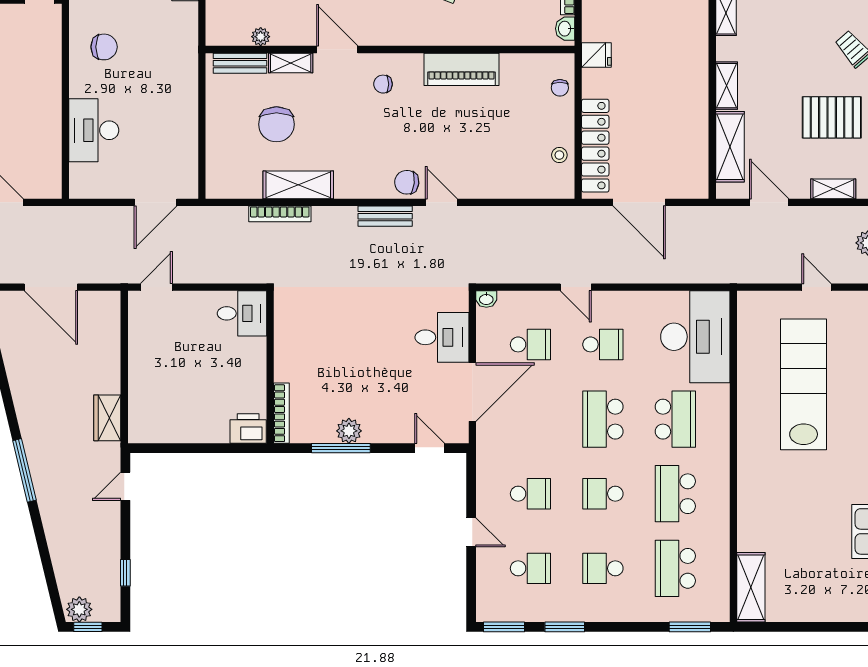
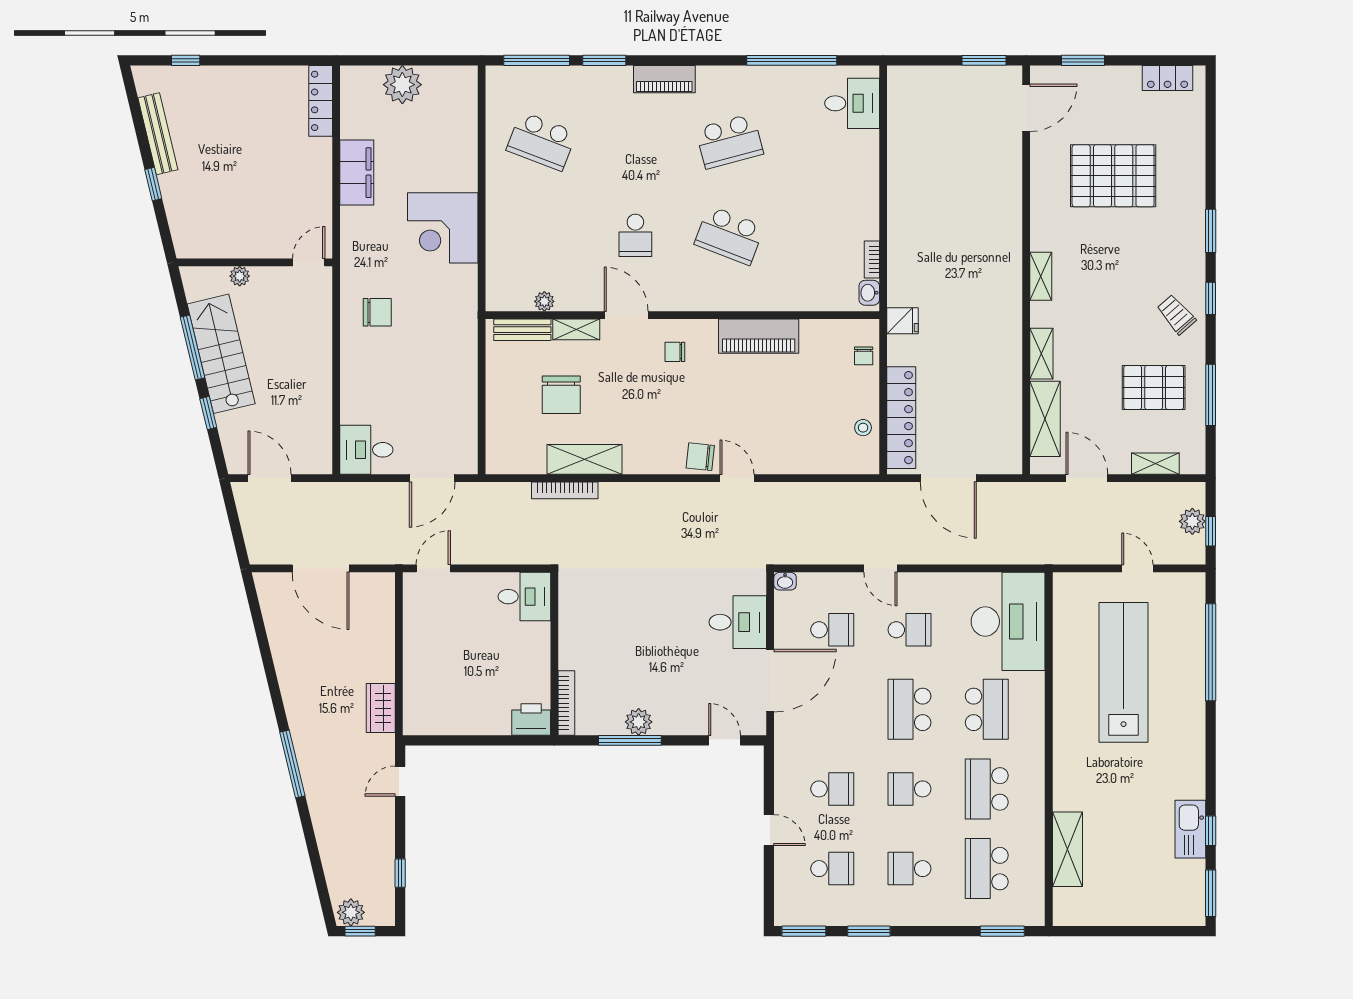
desk: (94, 130) -> (366, 450), moved, width x0.73
bench: (385, 216) -> (677, 493), removed
shelving: (751, 587) -> (1067, 849), moved

